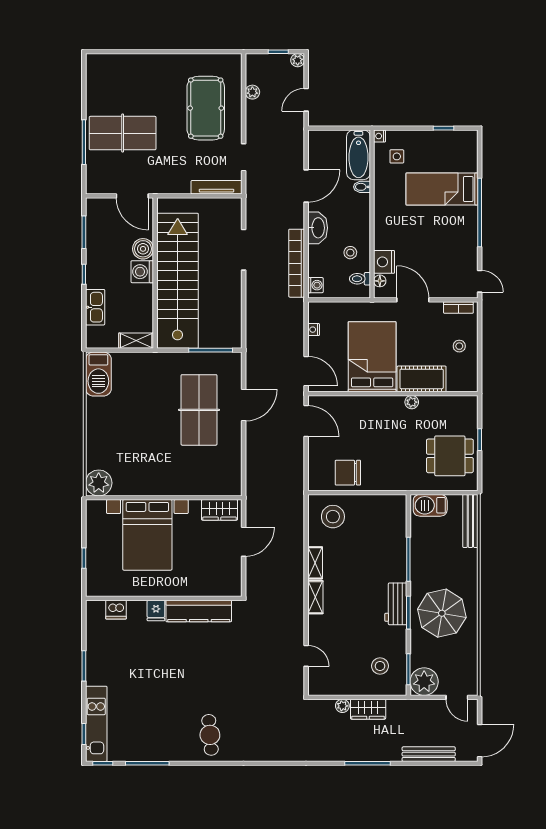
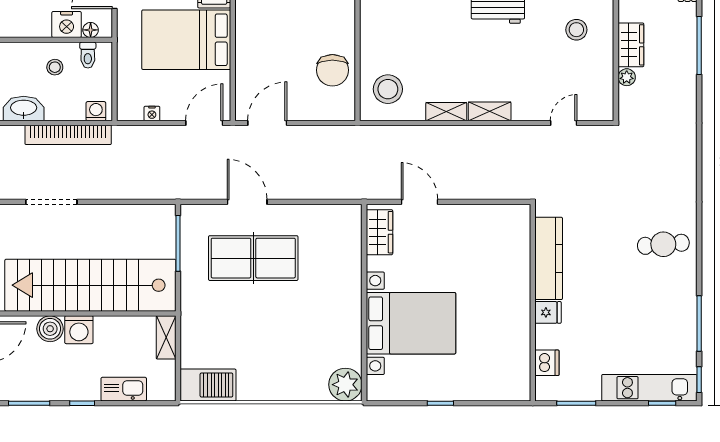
wall: (164, 598) -> (533, 303), moved
dishwasher: (116, 610) -> (547, 363), moved
fridge: (156, 610) -> (548, 312), moved
kitchen counter: (199, 611) -> (549, 258), moved

